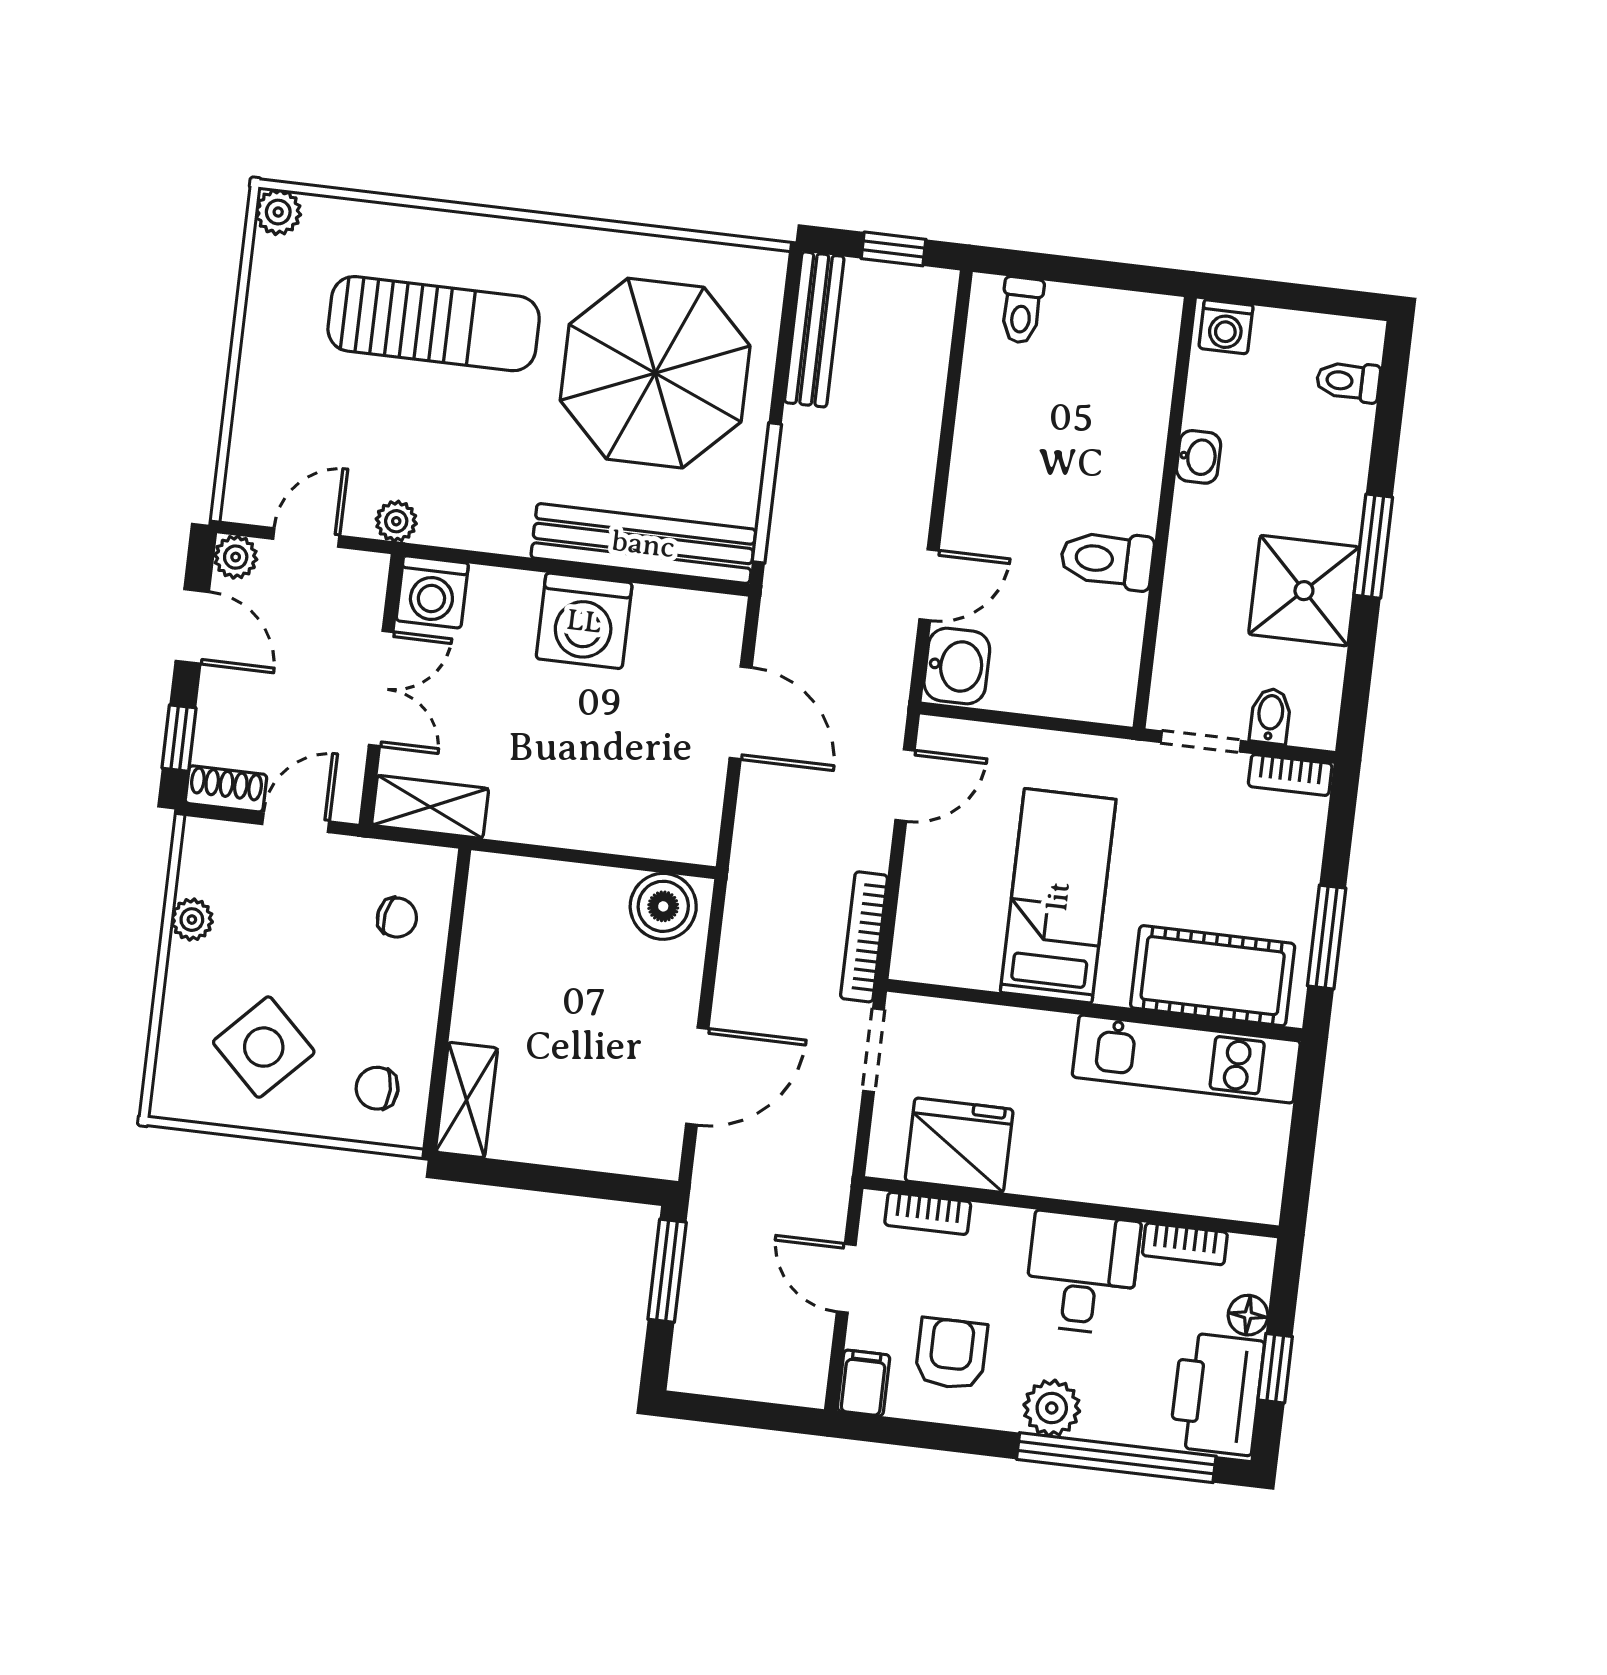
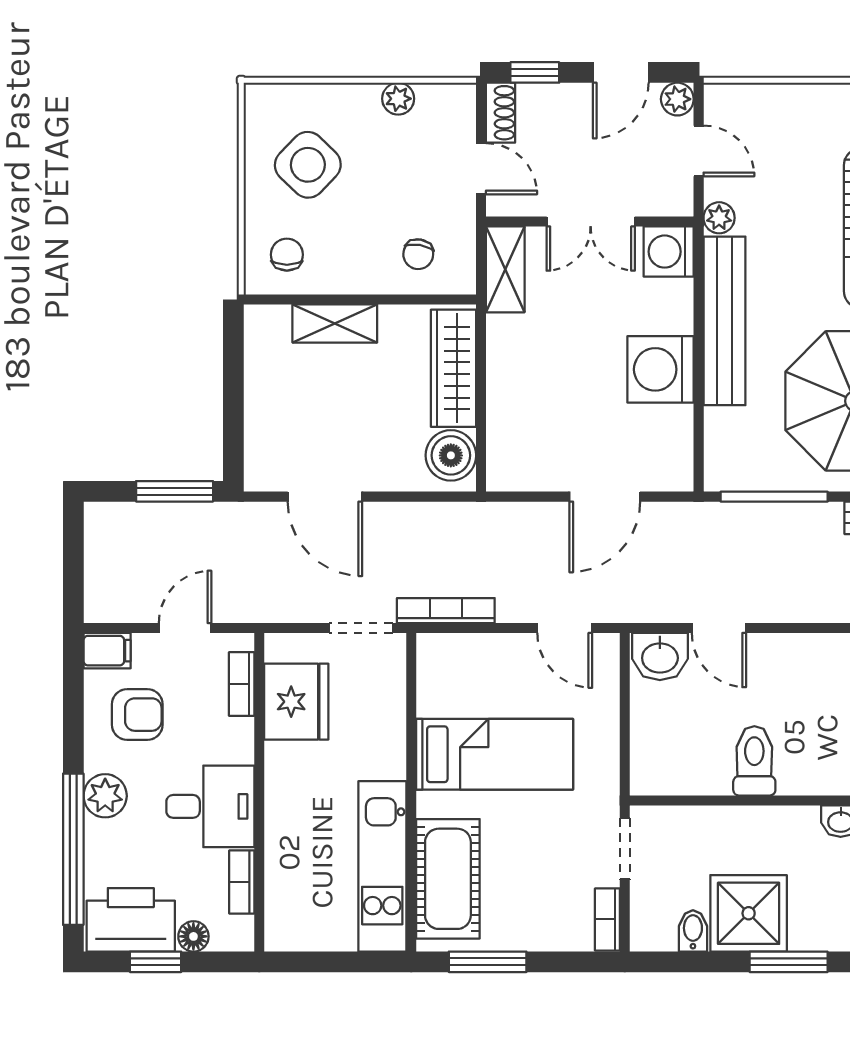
bench: (643, 544) -> (725, 321), moved
bidet: (1270, 716) -> (693, 931), moved, turned -90
wardrobe: (550, 890) -> (453, 368), added
shelving: (466, 1100) -> (335, 324), moved

